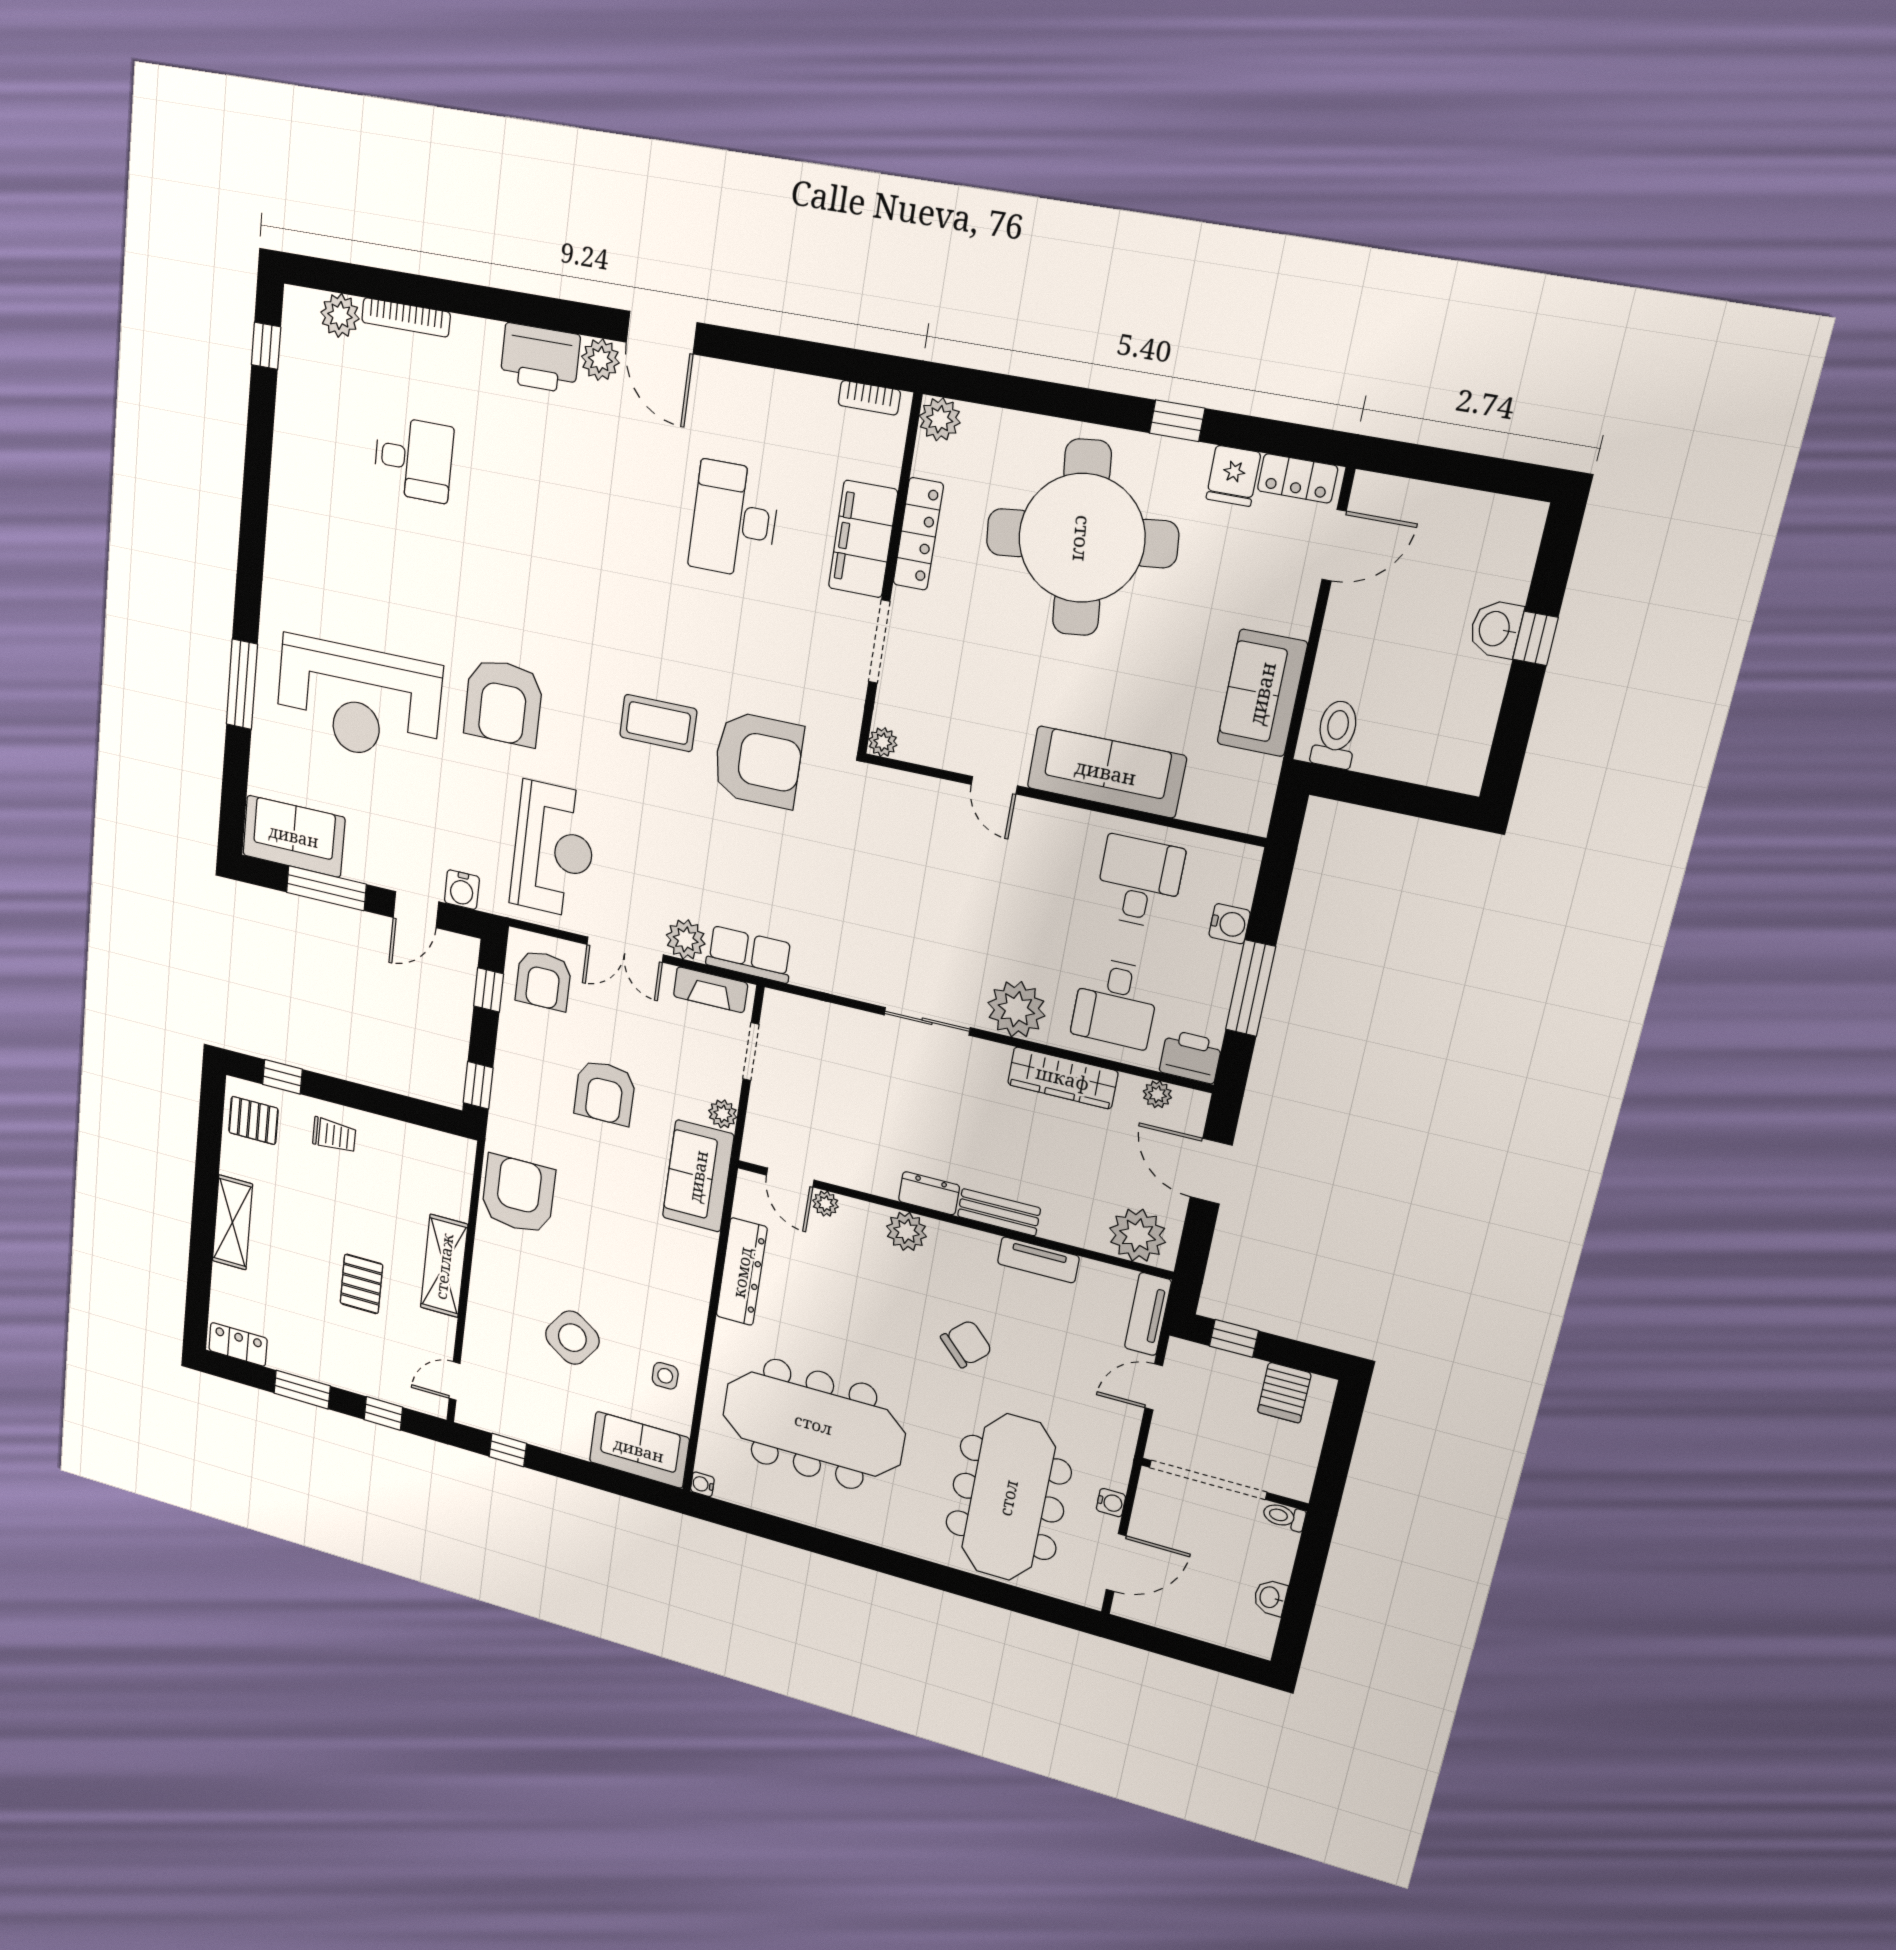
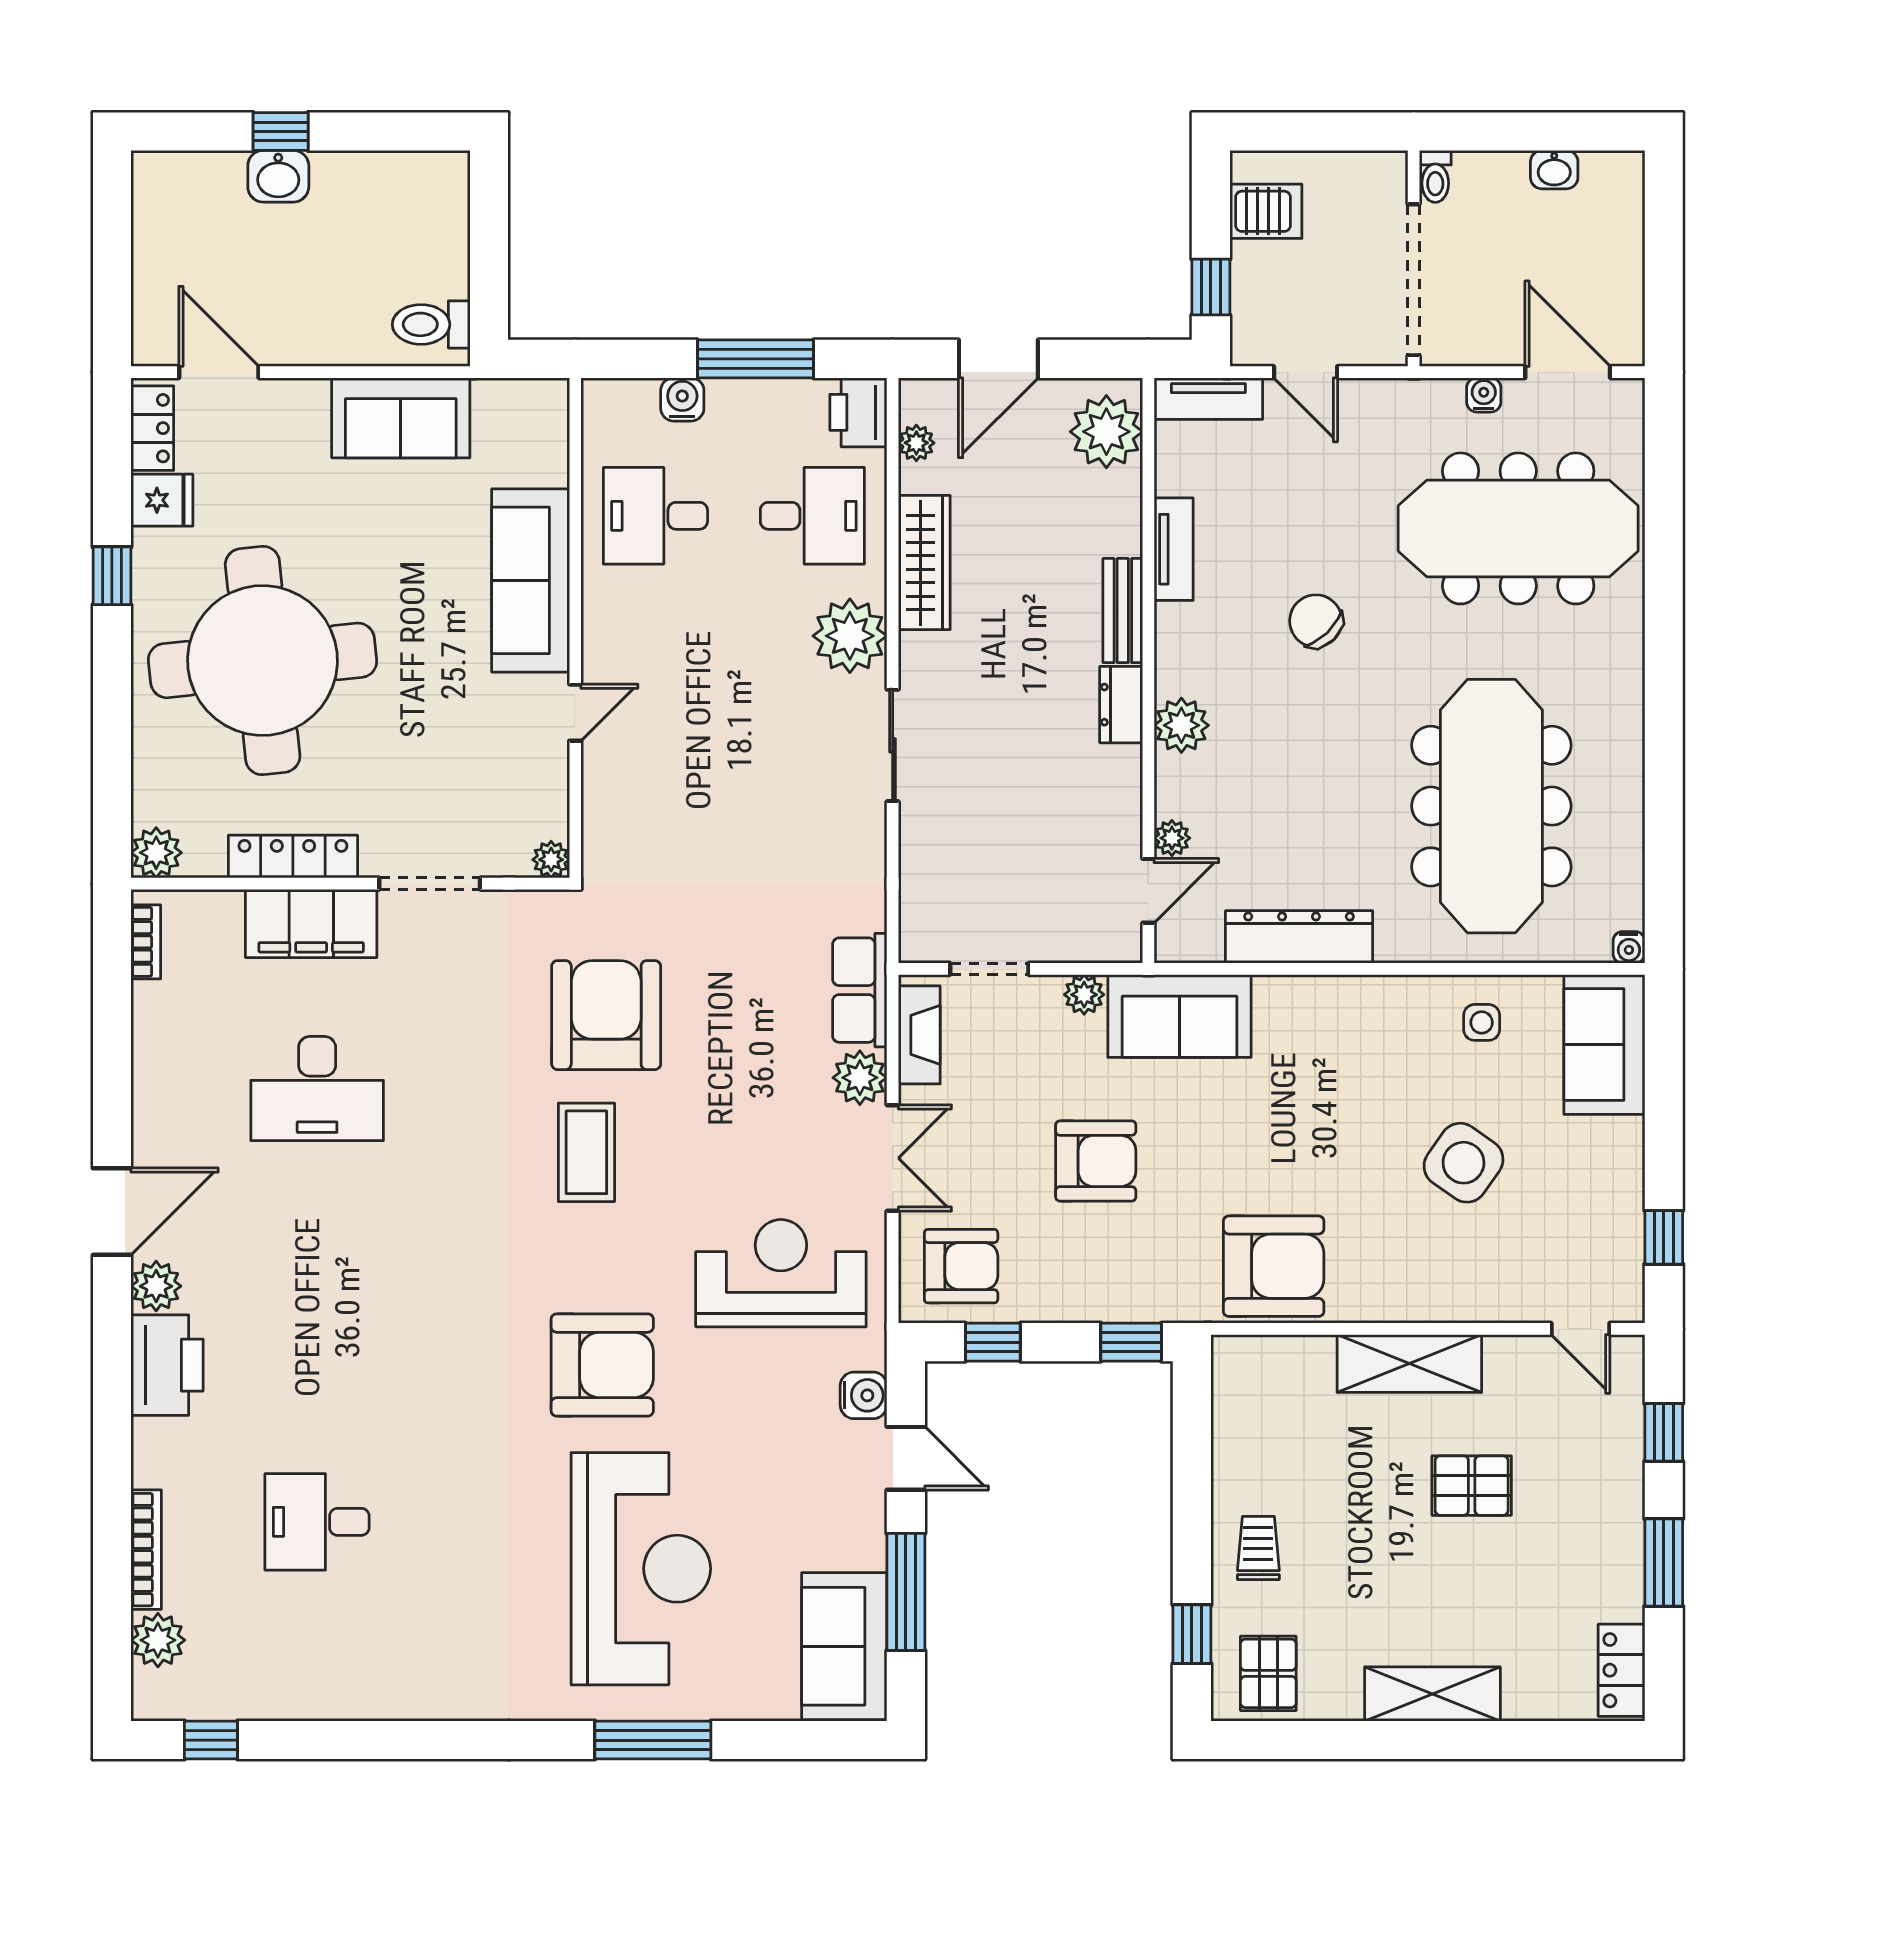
desk: (413, 459) -> (317, 1522), turned -90
armchair: (518, 1194) -> (1274, 1266), turned 180

